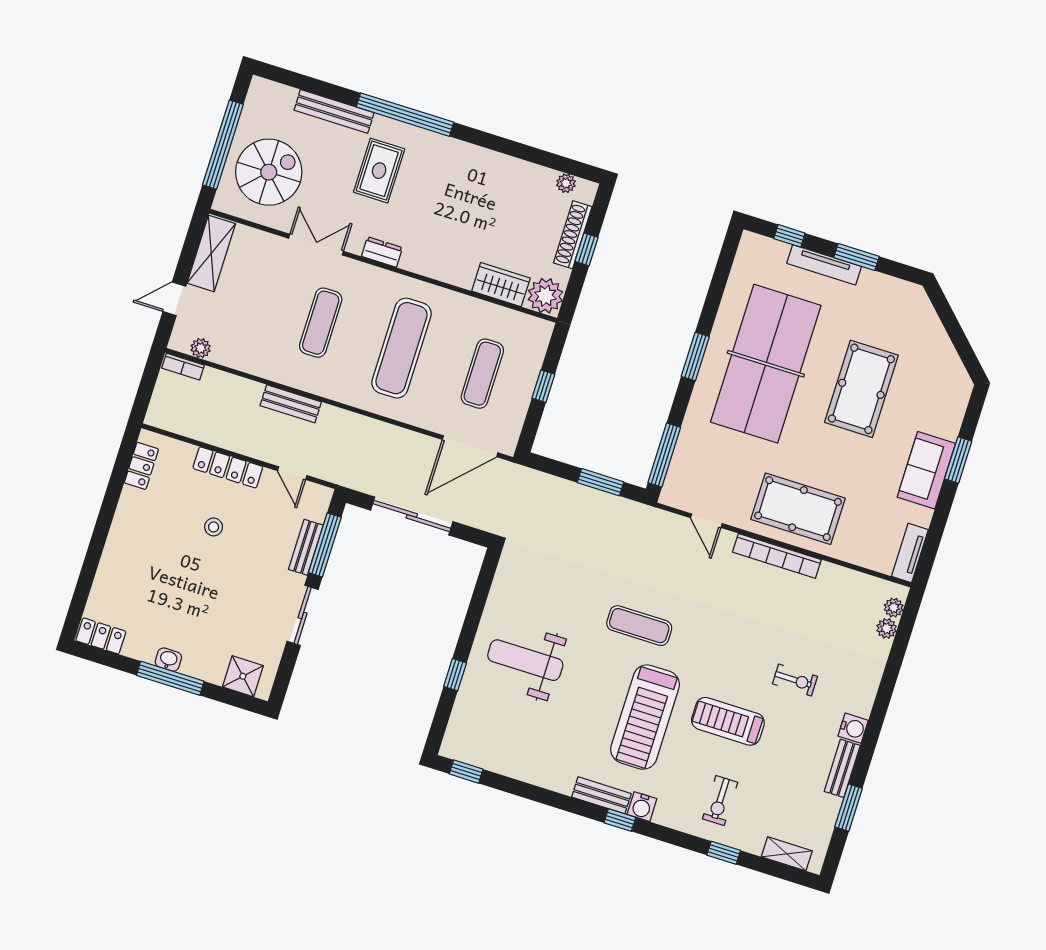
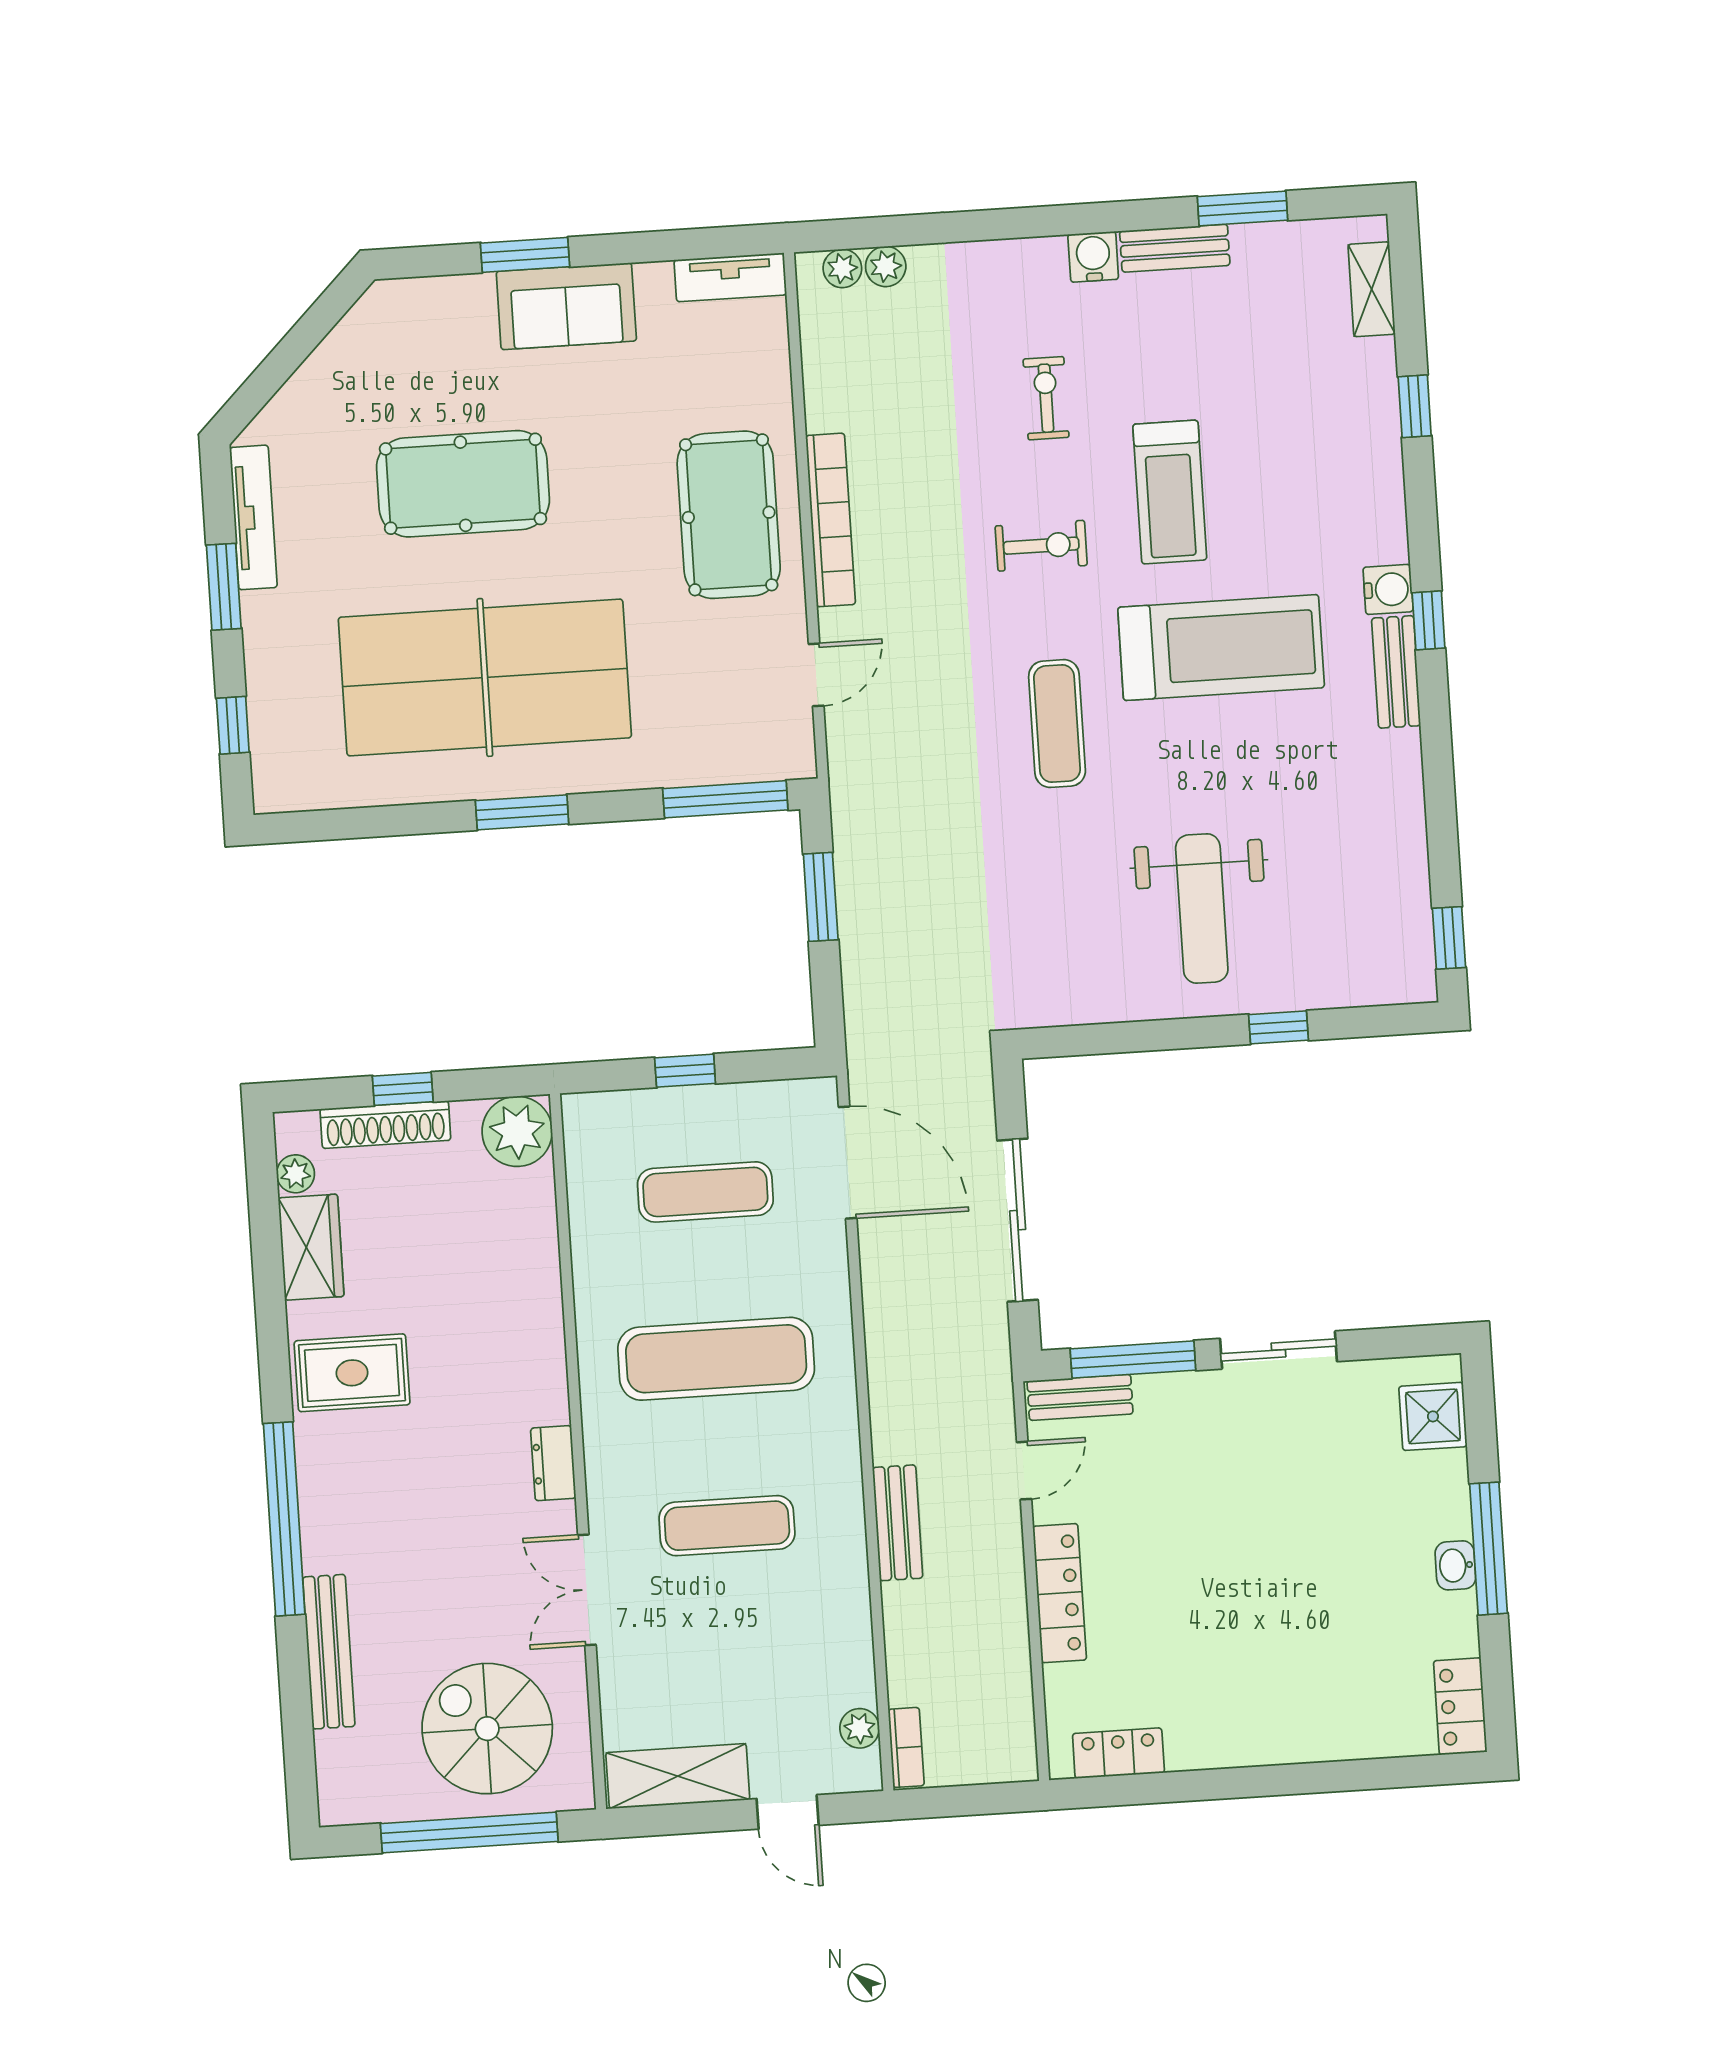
rug: (379, 171) -> (352, 1373), moved
tv unit: (824, 265) -> (253, 517), moved
wardrobe: (501, 285) -> (311, 1247), moved, turned 180
stool: (214, 527) -> (1179, 1577), removed
bench: (306, 547) -> (1080, 1397), moved
exercise bike: (720, 801) -> (1041, 546), moved

